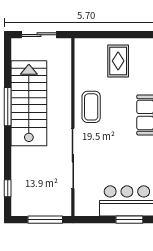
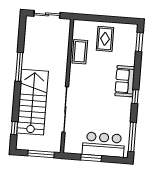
stairs: (29, 103) -> (33, 102), moved
coffee table: (91, 107) -> (80, 52), moved
window: (129, 220) -> (91, 158), moved

